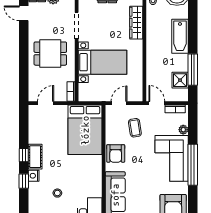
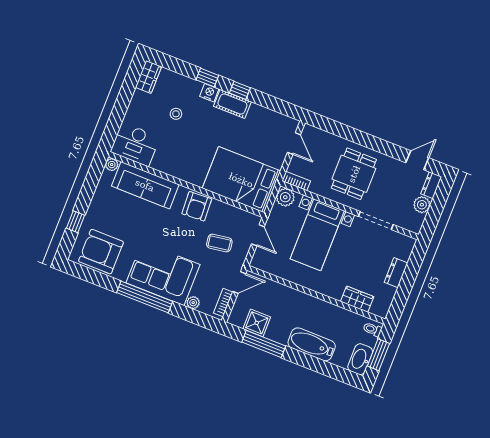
wardrobe: (136, 23) -> (357, 299), width x0.67
plant: (85, 95) -> (285, 197), added
armchair: (116, 153) -> (197, 206), turned -93

